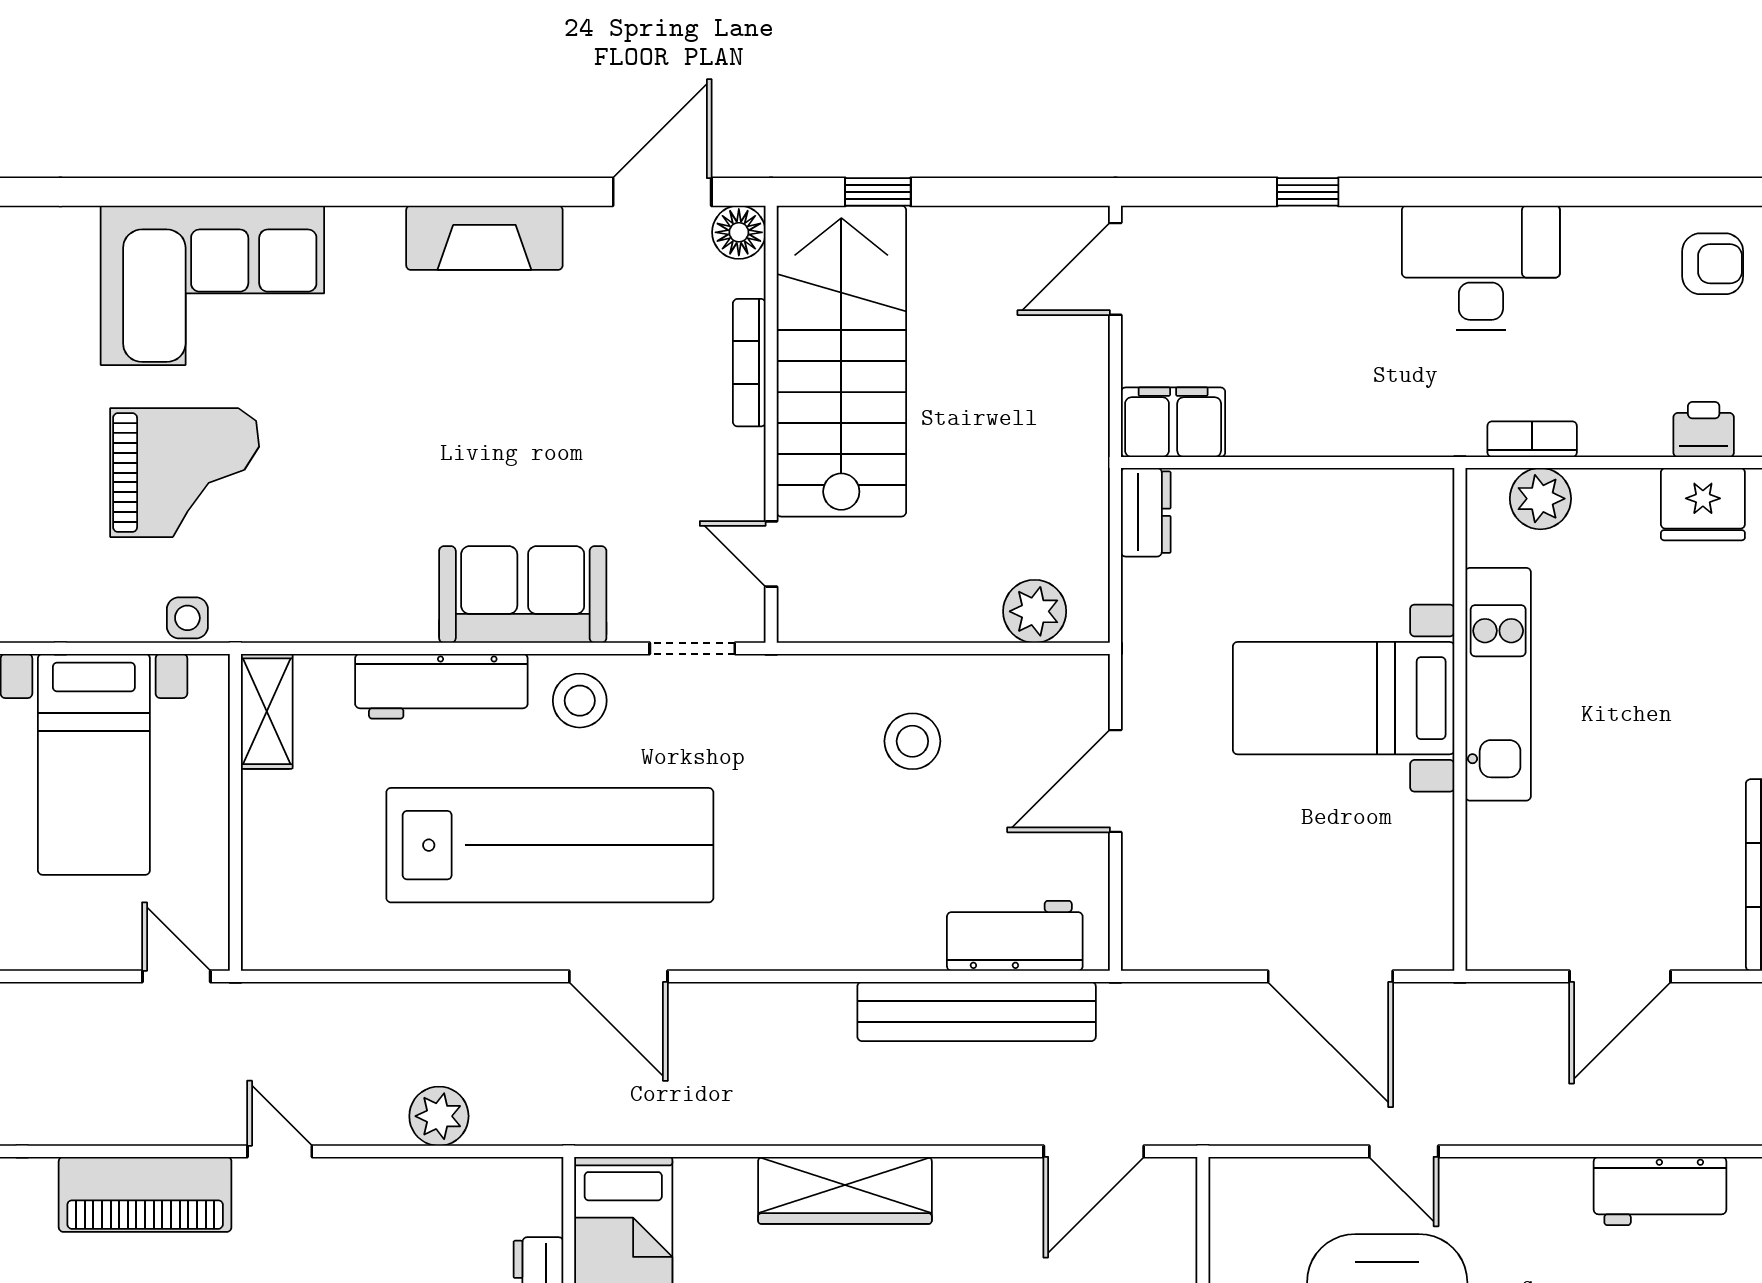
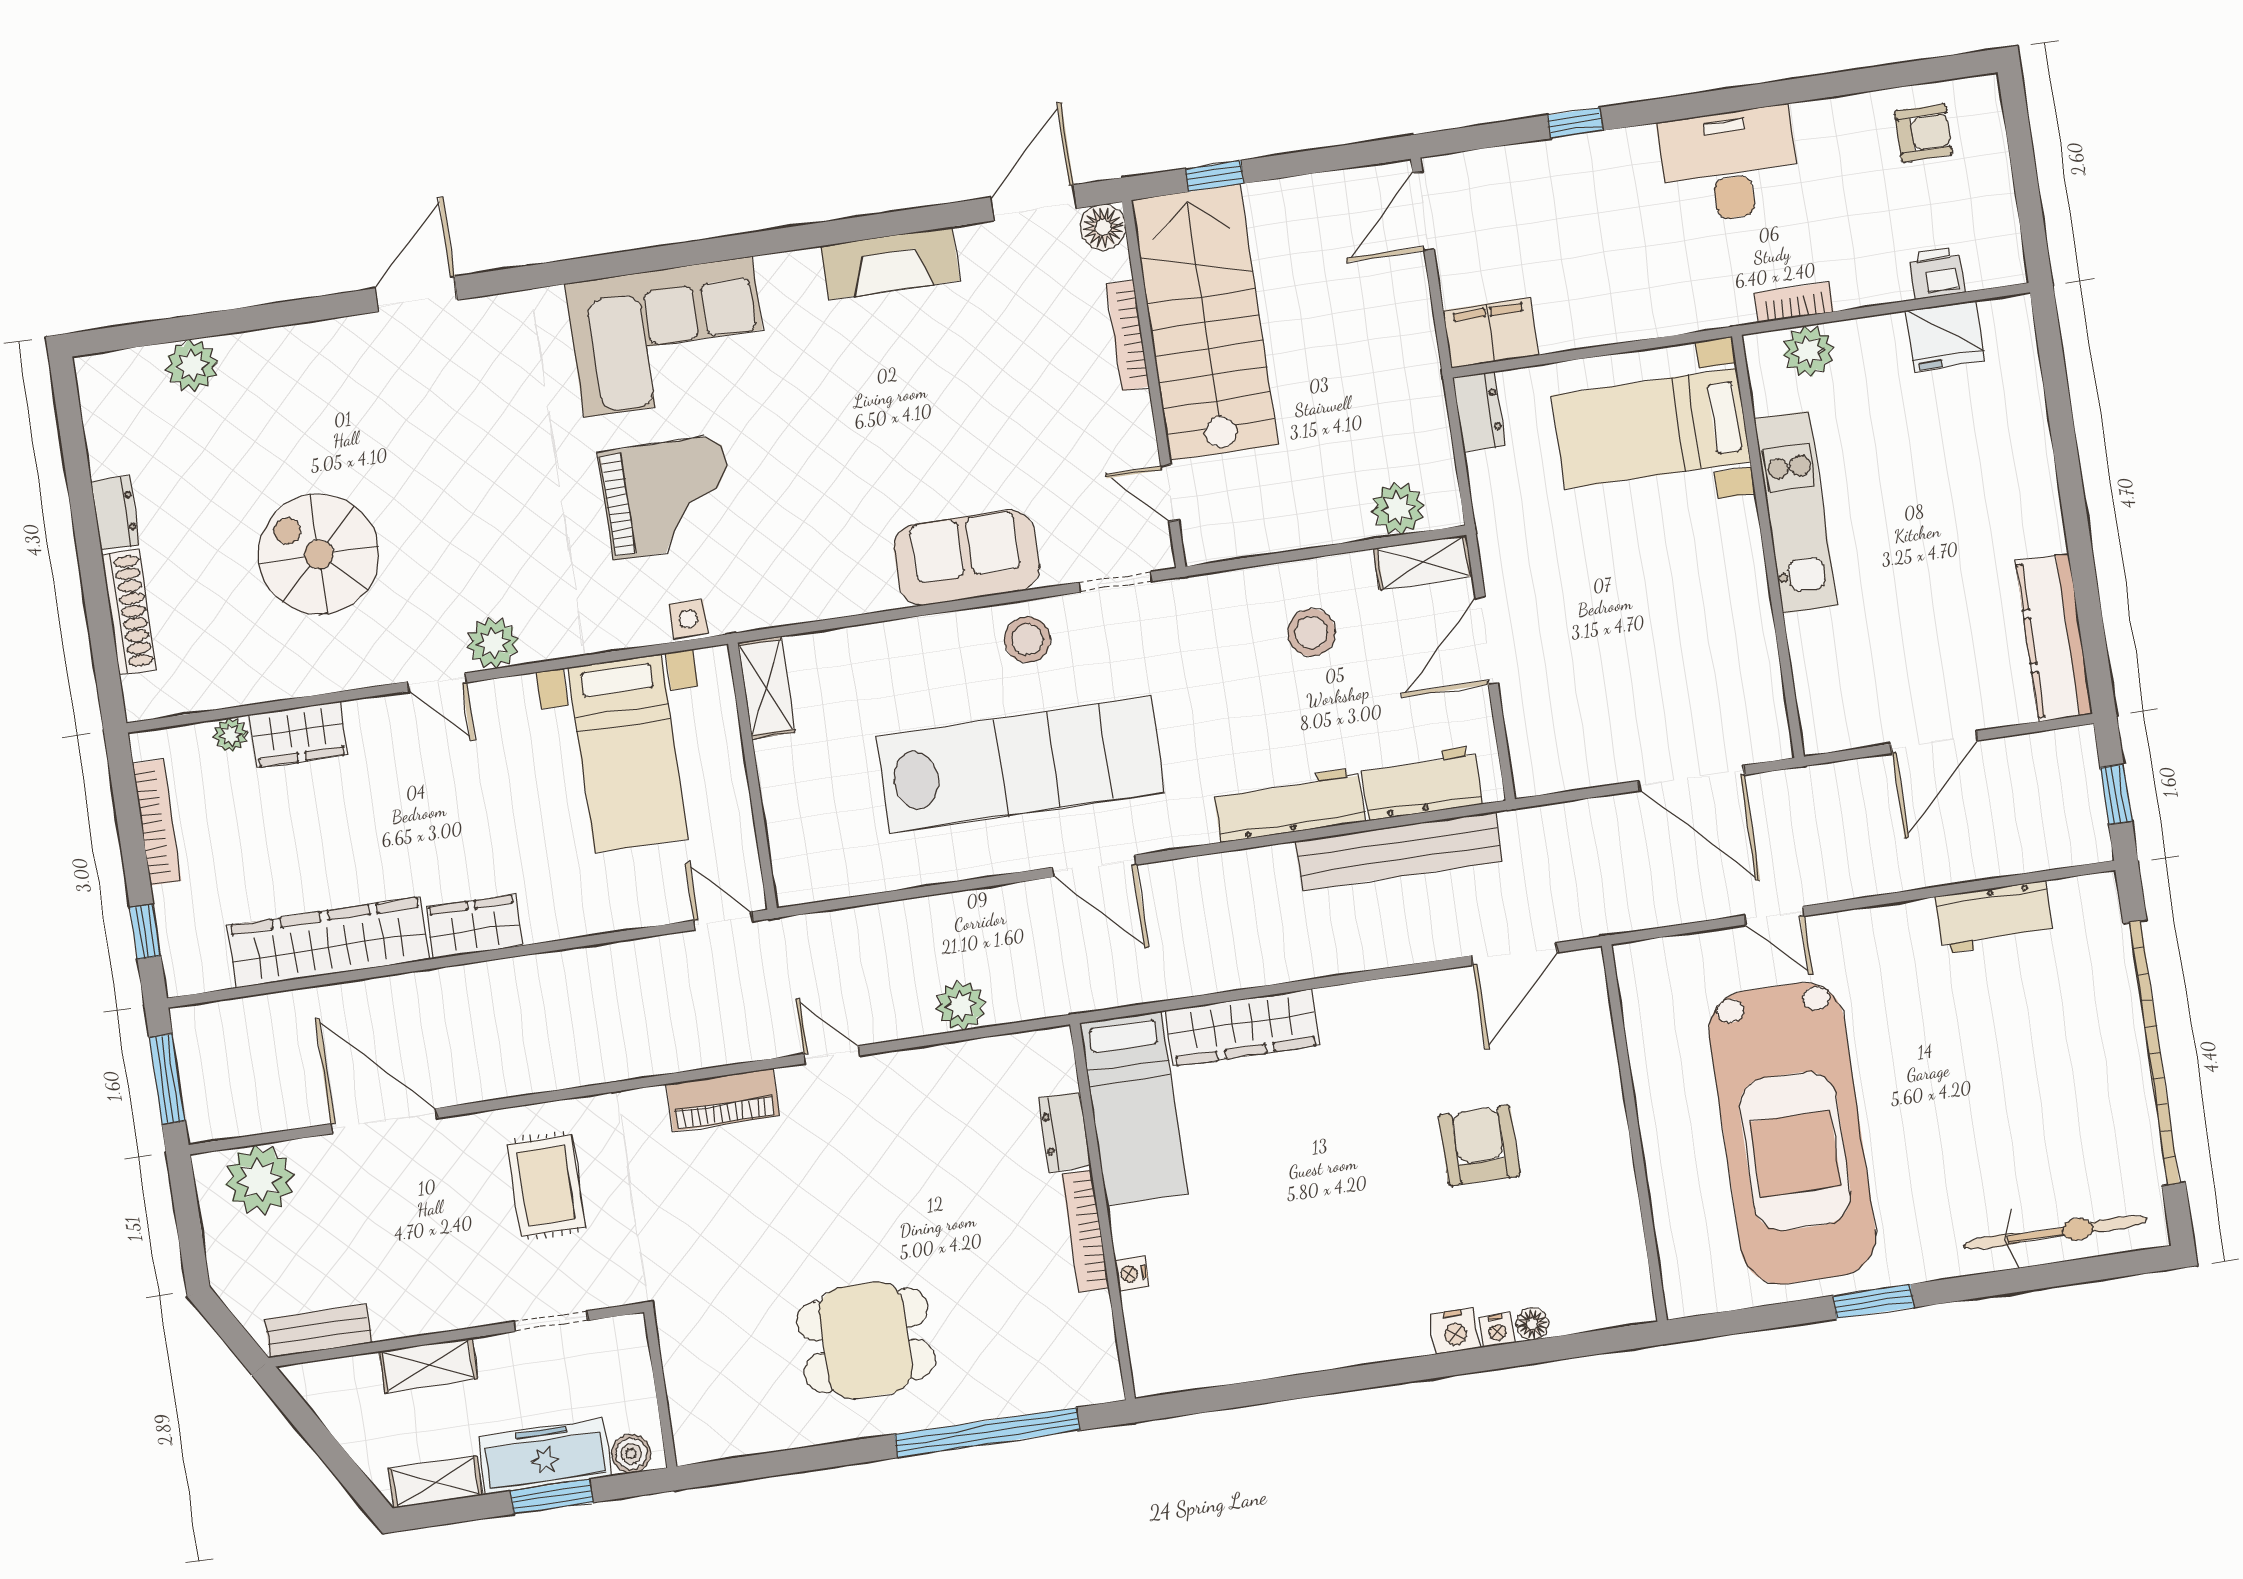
shelving: (1055, 679) -> (1423, 563), added
workbench: (441, 686) -> (1289, 805), moved, turned 180
bed with nightstands: (1344, 698) -> (1651, 428), moved
wardrobe: (845, 1190) -> (1242, 1028), moved
piano: (145, 1194) -> (723, 1100), width x0.73, depth x0.75

